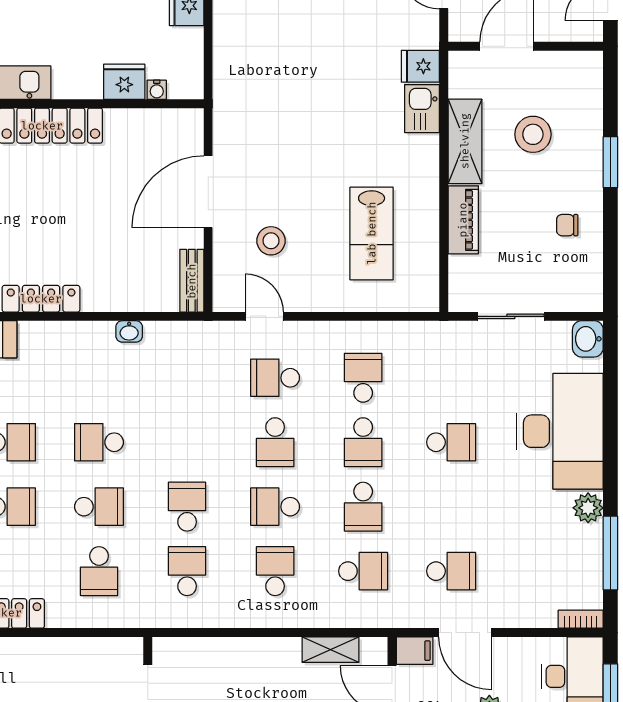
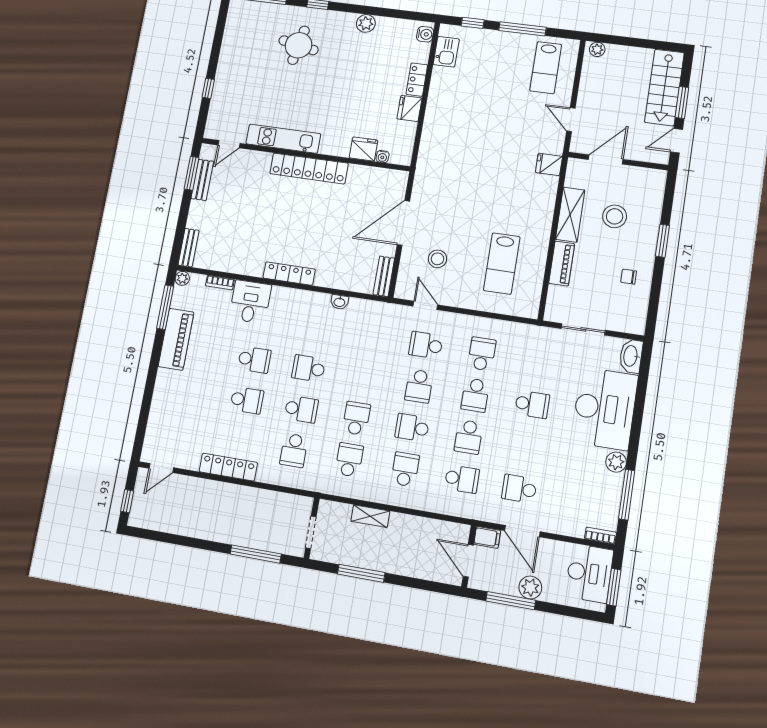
kitchen sink: (422, 109) -> (546, 191), removed
washbasin: (588, 339) -> (631, 356), width x1.38
school desk: (451, 571) -> (519, 489), turned 180
shelving: (330, 650) -> (370, 516), moved

